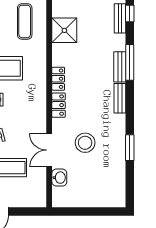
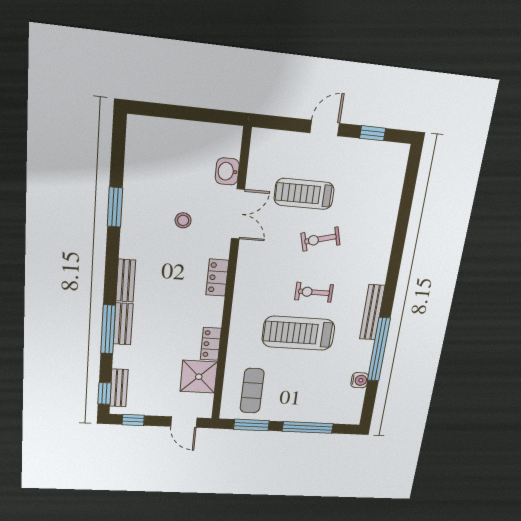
locker: (58, 79) -> (211, 344), moved
stool: (85, 143) -> (183, 220), width x0.53, depth x0.53

